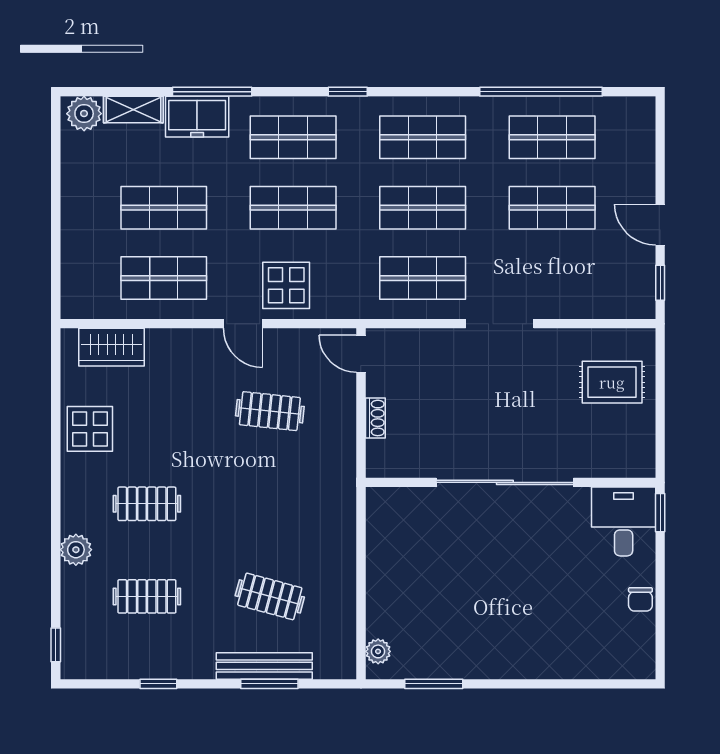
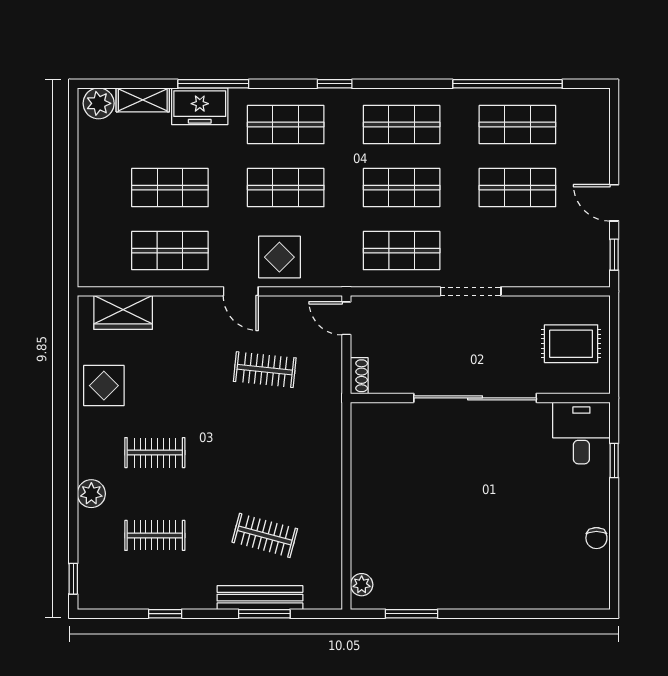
sliding door: (505, 482) -> (475, 398), moved
wall: (511, 482) -> (480, 398), moved
desk: (624, 521) -> (581, 433), moved

